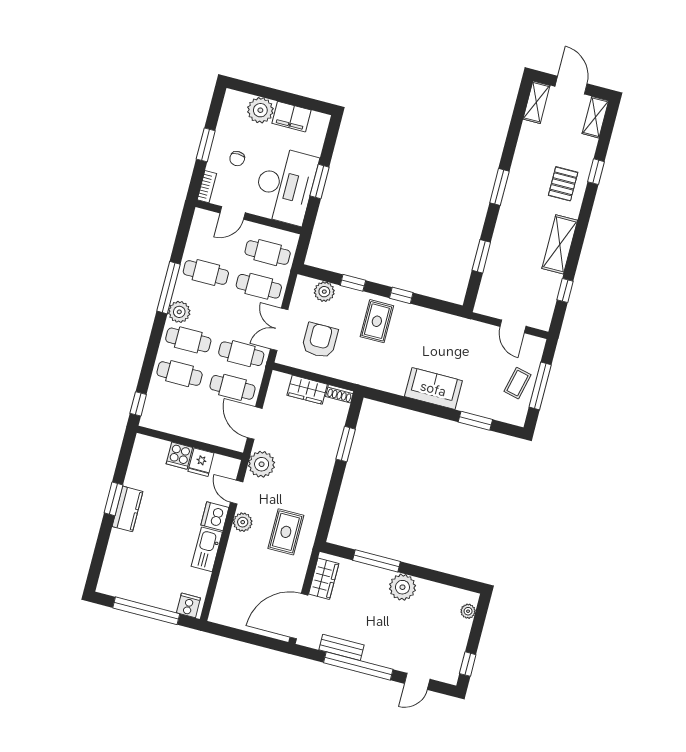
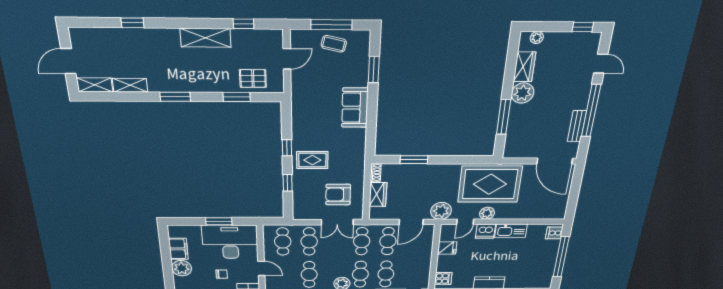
shelving: (595, 117) -> (130, 85), moved
pallet: (563, 184) -> (253, 78), moved
plant: (324, 292) -> (300, 200), removed
cooker: (179, 456) -> (443, 279), moved
rug: (286, 532) -> (490, 184), width x1.86, depth x2.06
wardrobe: (324, 579) -> (524, 67), moved, turned 90

